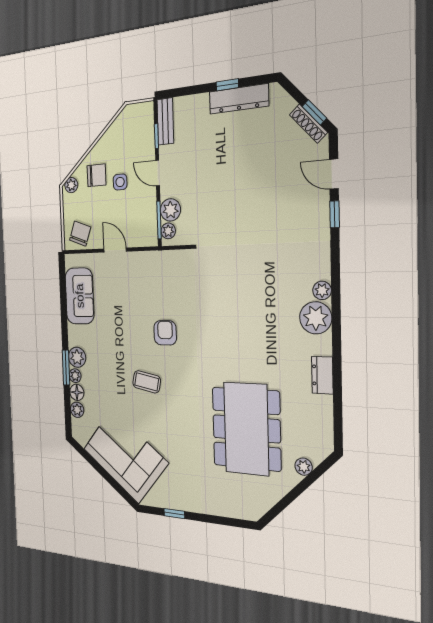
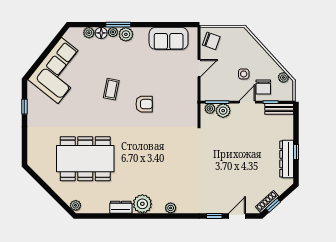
chair: (97, 175) -> (263, 87), moved
plant: (71, 185) -> (283, 77), moved
plant: (316, 318) -> (142, 204), moved
plant: (304, 467) -> (76, 205), moved

